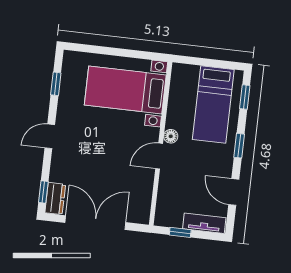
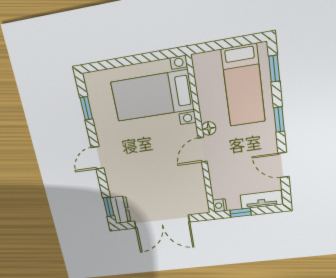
nightstand: (161, 219) -> (220, 205), added
double door: (95, 223) -> (162, 222), swing flipped

